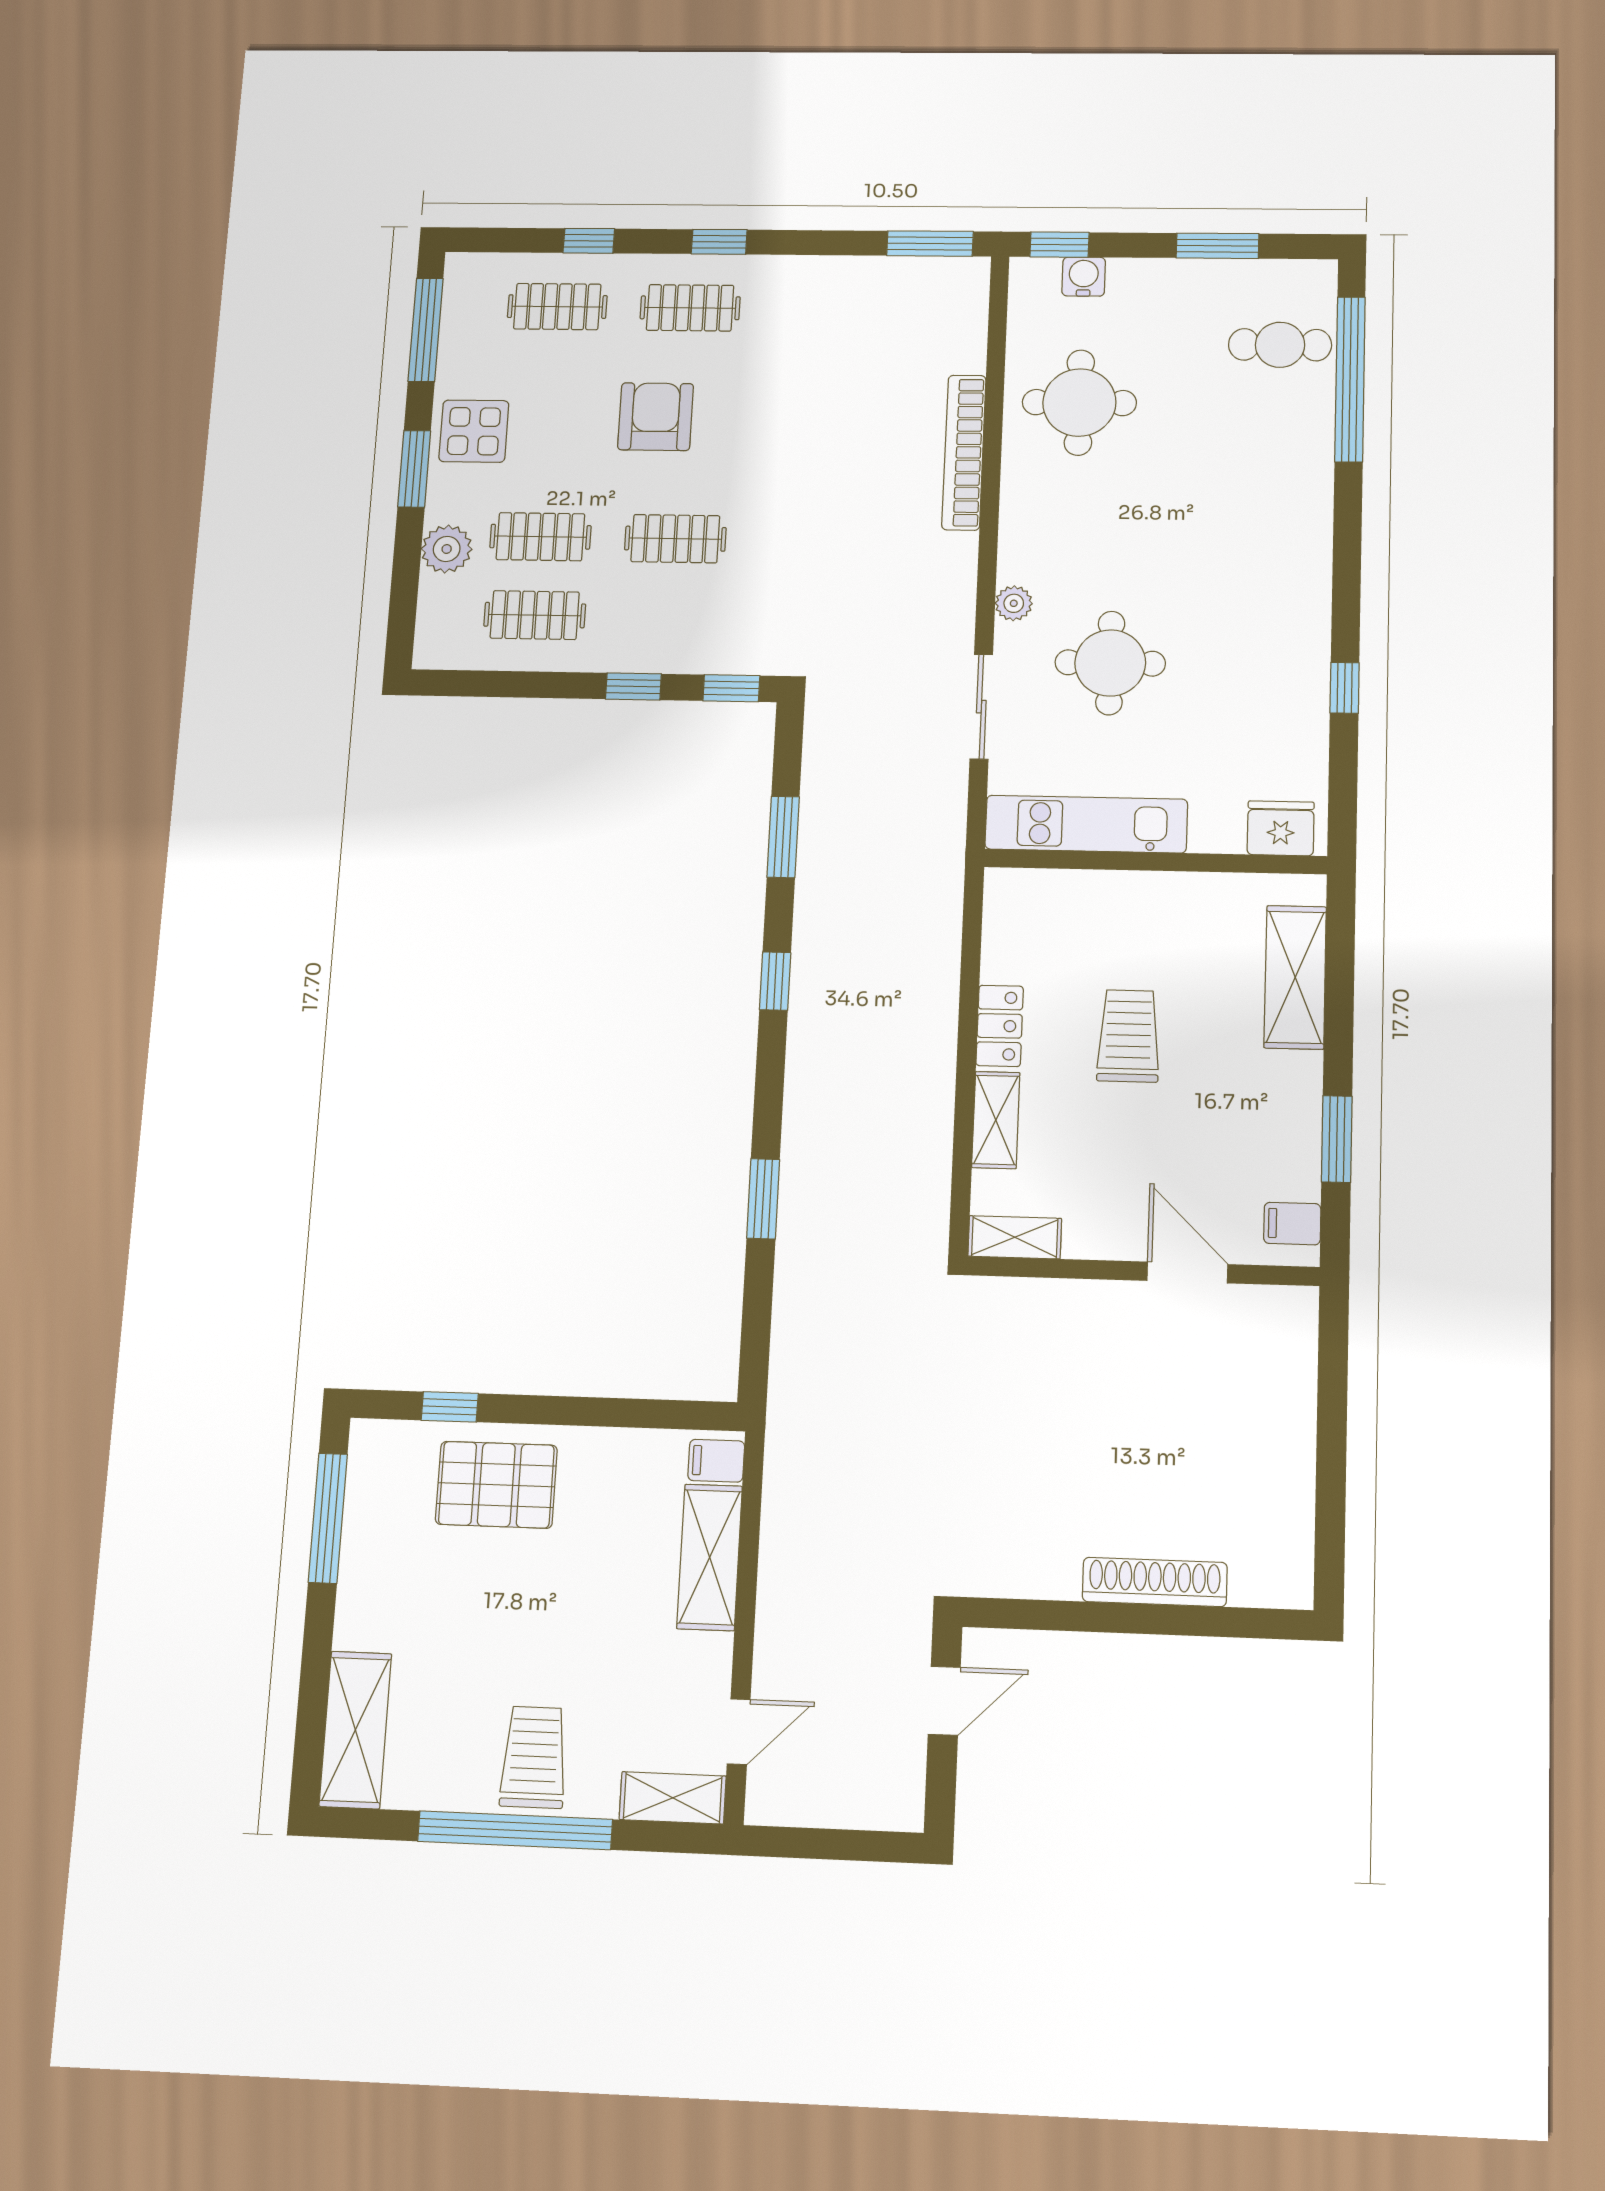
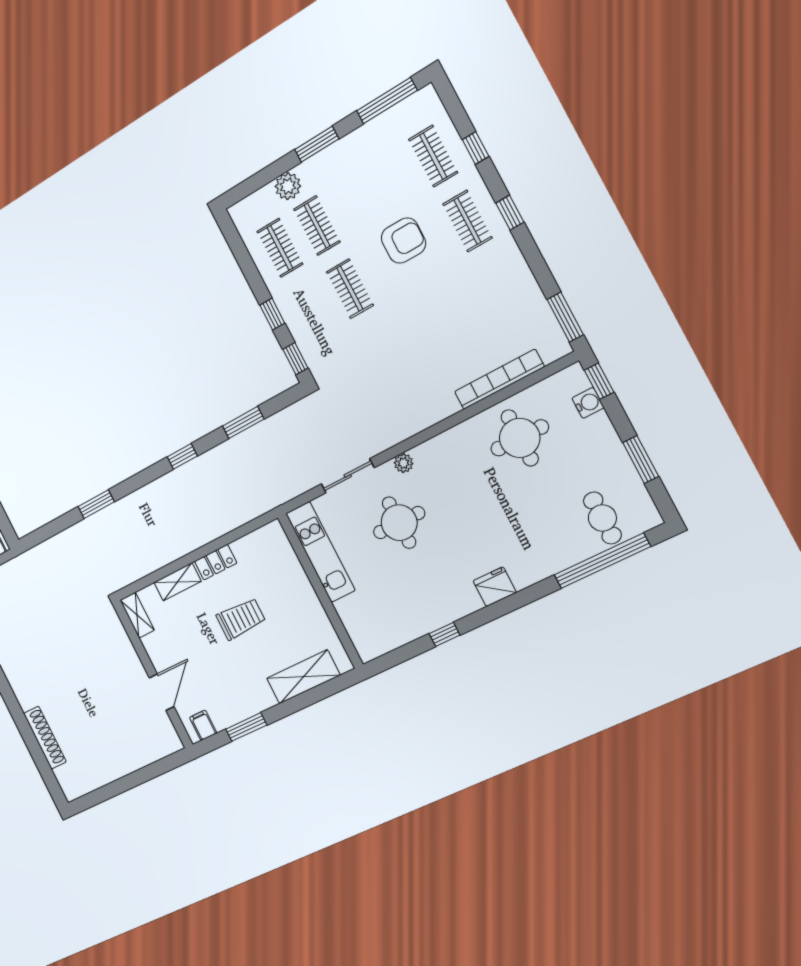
display table: (474, 431) -> (350, 159), removed
bookcase: (964, 452) -> (499, 379), moved
fridge: (1281, 828) -> (495, 587), moved, turned -90

